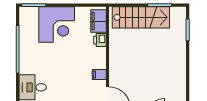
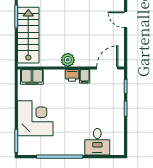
printer: (100, 40) -> (72, 75), moved
plant: (116, 57) -> (68, 60), added

